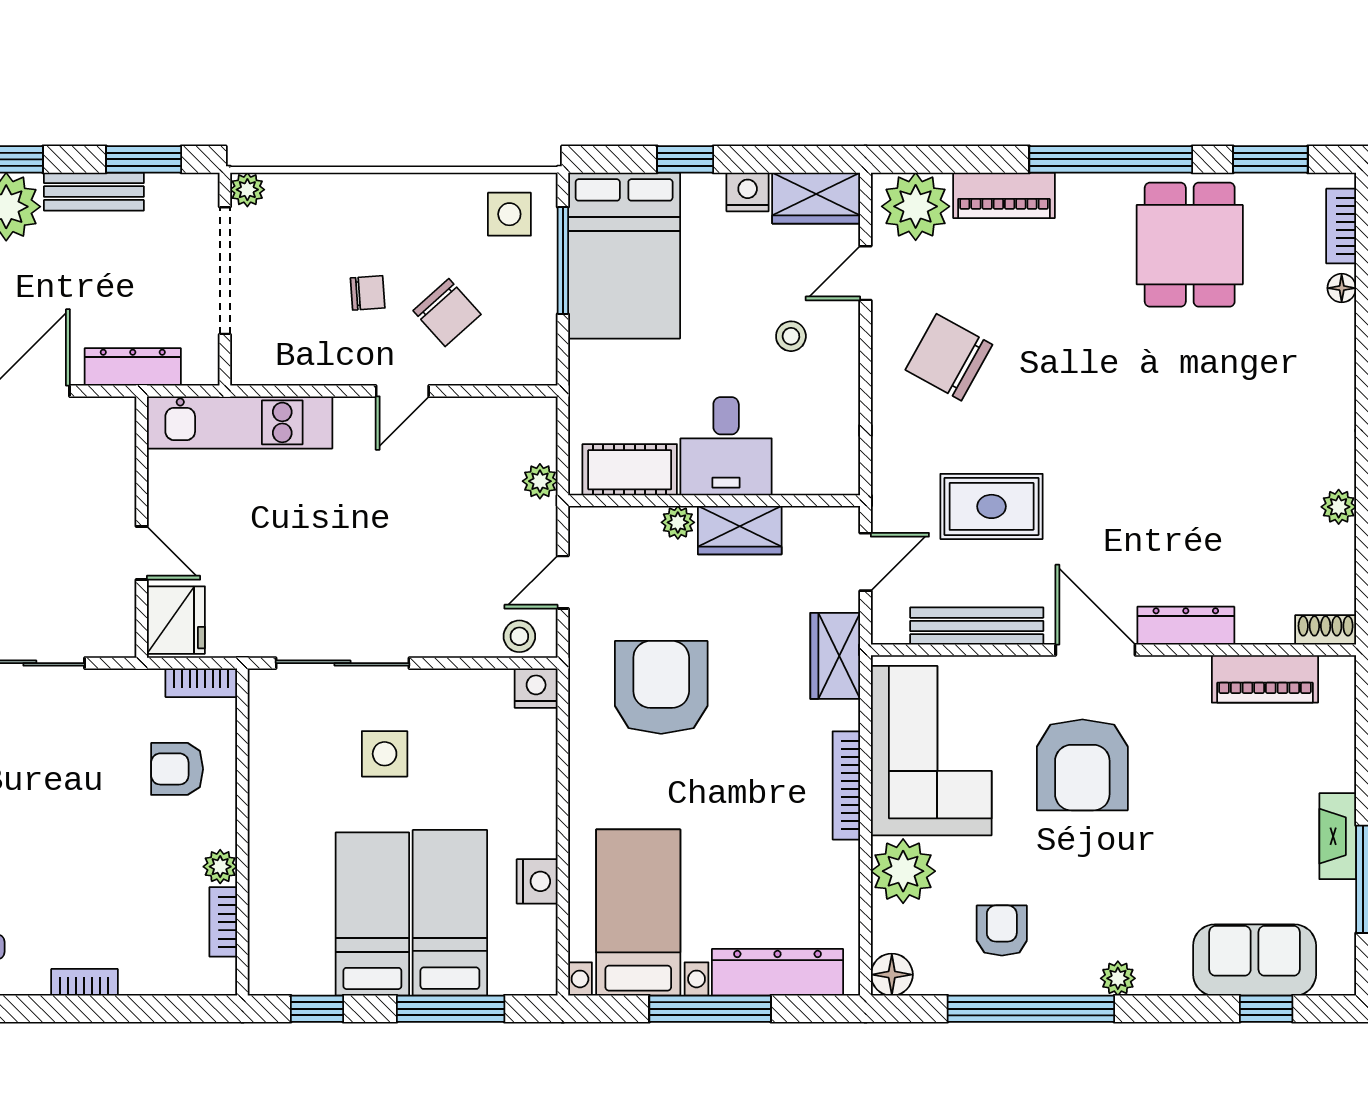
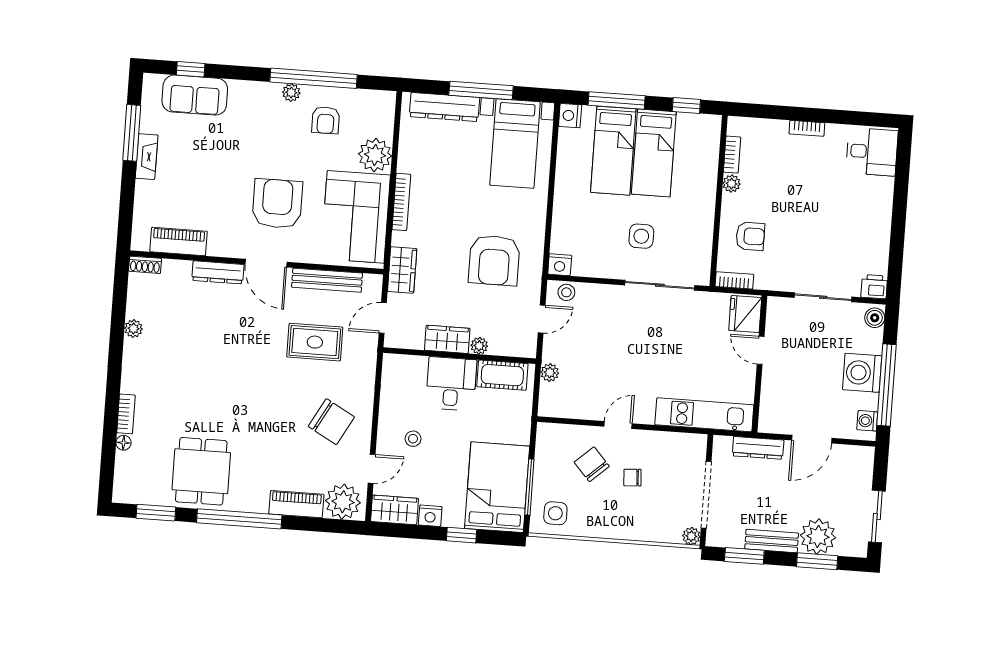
bookcase: (1341, 226) -> (126, 414), moved
nightstand: (537, 881) -> (570, 116), moved
floor lamp: (892, 975) -> (385, 101), removed
plant: (1118, 978) -> (291, 93), moved

